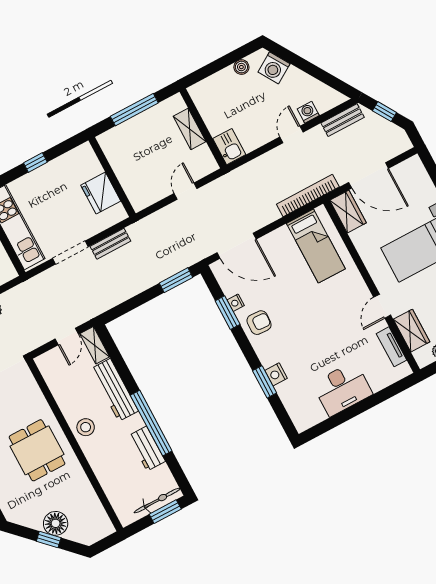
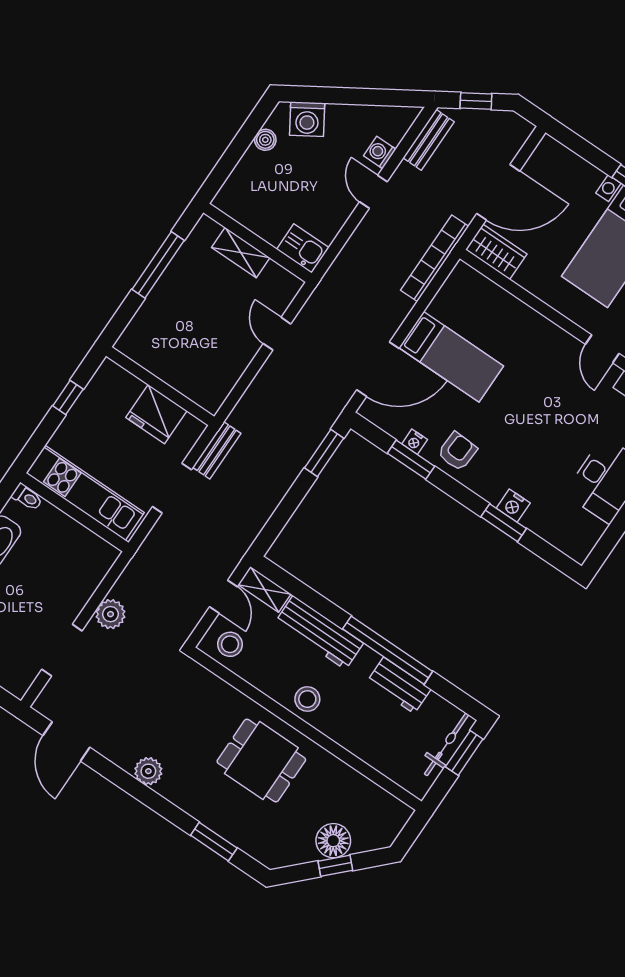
wall: (112, 177) -> (160, 386), moved
fridge: (101, 193) -> (156, 414), moved
bed: (316, 246) -> (451, 357), moved
stool: (55, 368) -> (230, 644), added

